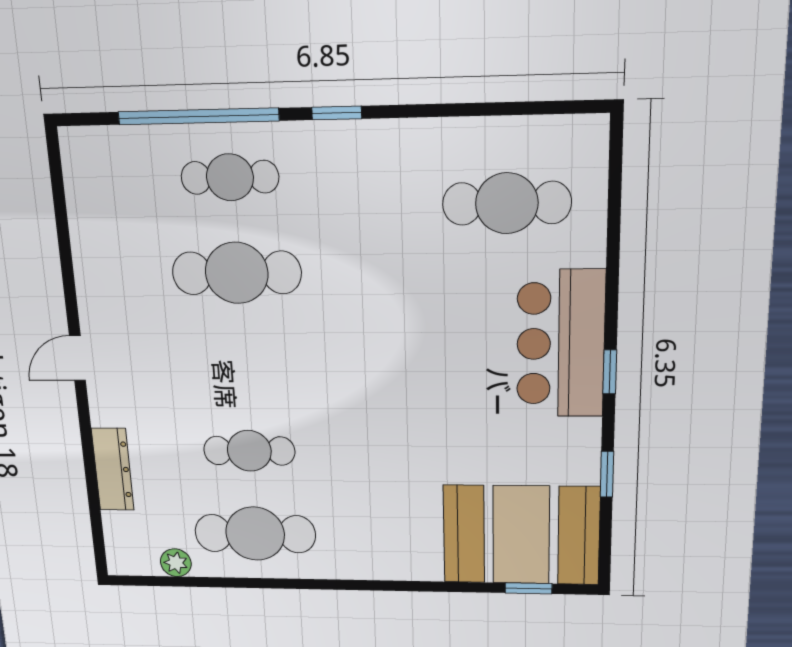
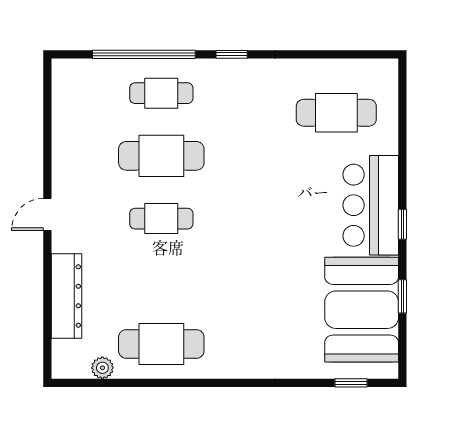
cafe table: (249, 451) -> (161, 219), moved
dresser: (113, 469) -> (66, 296), width x1.37, depth x1.24
booth: (521, 535) -> (362, 310), moved, turned 90

